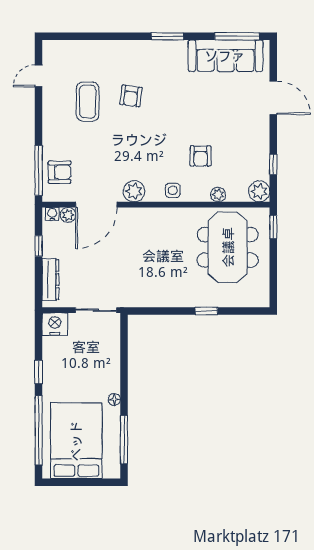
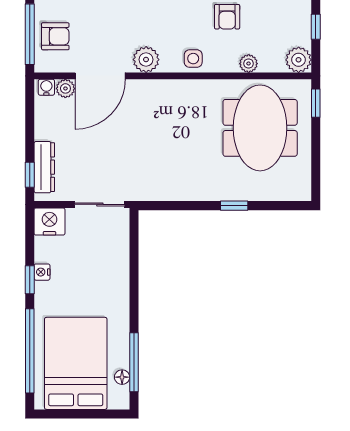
window: (39, 246) -> (30, 175), moved
nightstand: (49, 366) -> (42, 272), added
floor lamp: (114, 400) -> (122, 377), moved

